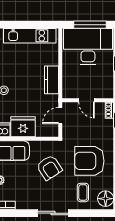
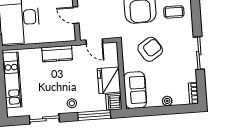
door: (87, 100) -> (76, 15), swing flipped
sliding door: (53, 213) -> (199, 53), moved

